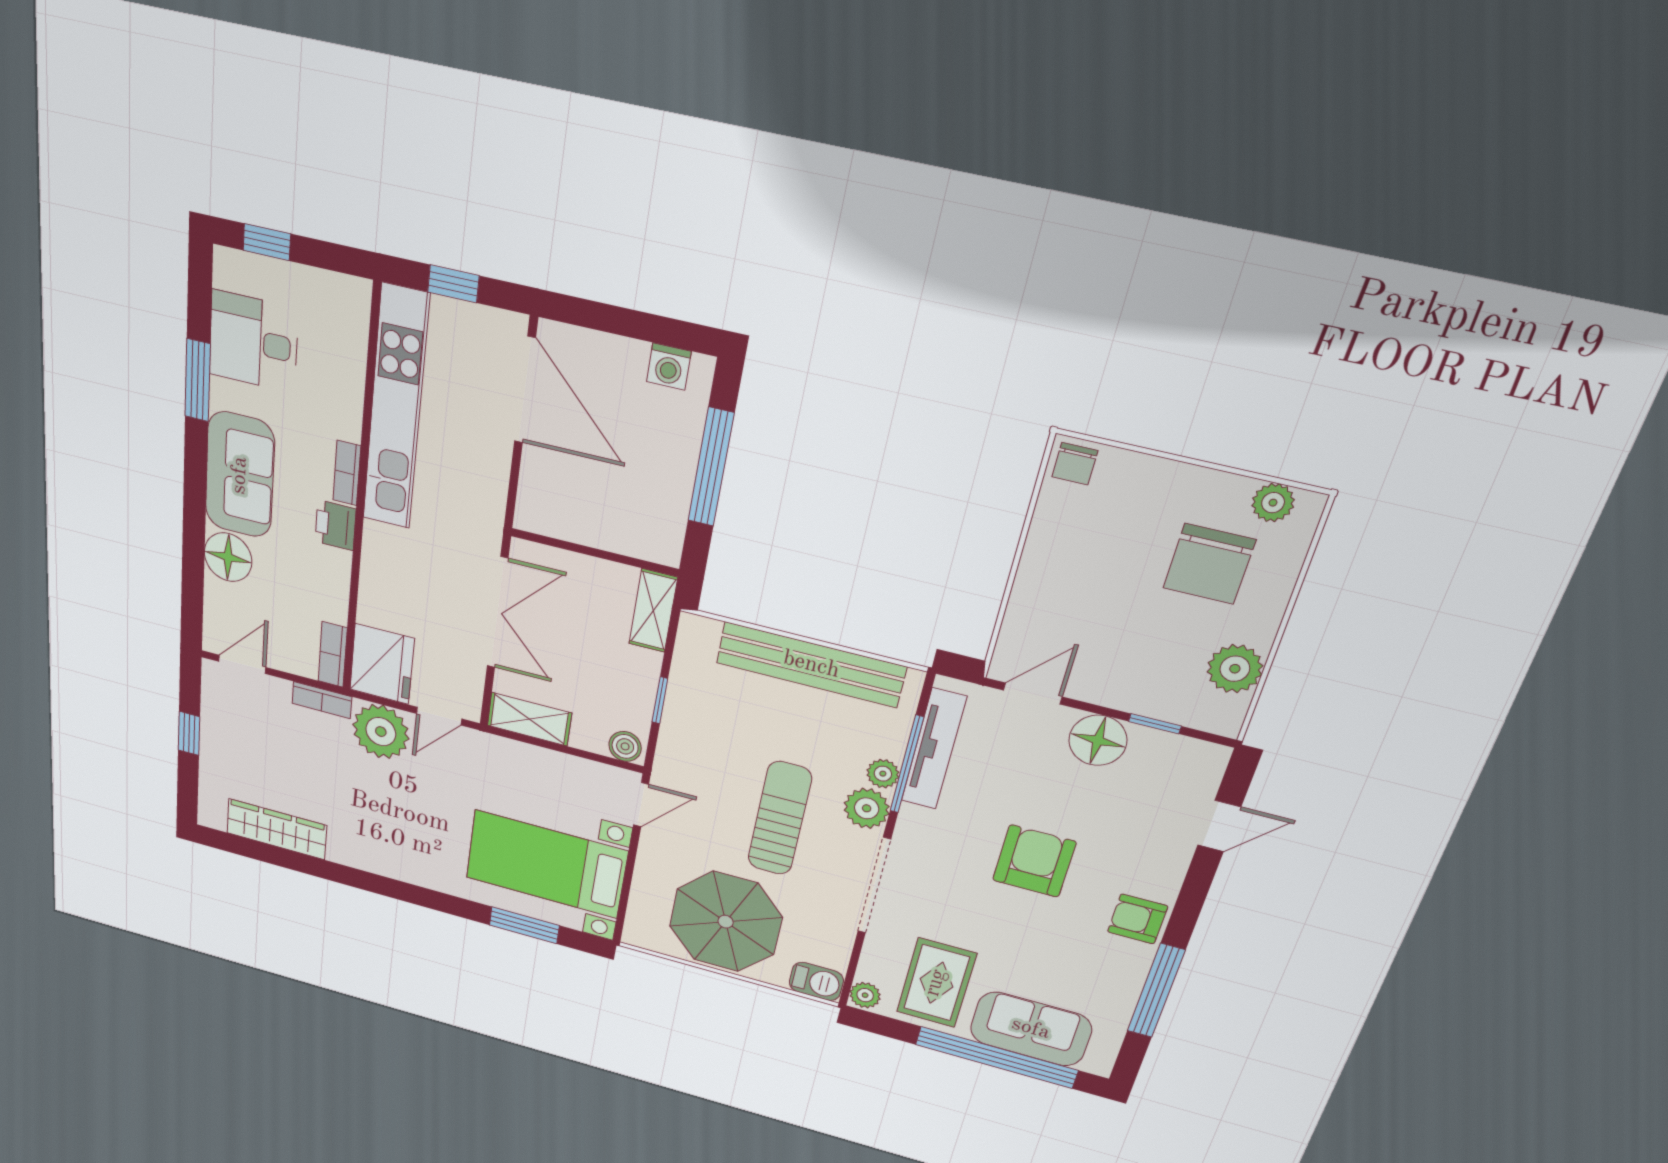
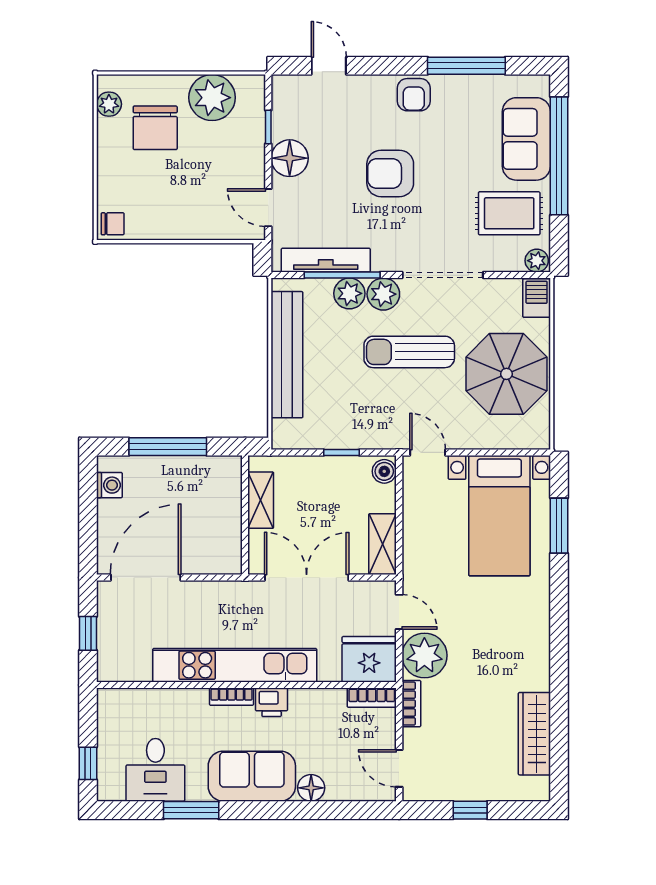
kitchen unit: (396, 409) -> (235, 665), moved
floor lamp: (228, 557) -> (311, 788), width x0.73, depth x0.73
chair: (1209, 564) -> (155, 128), turned 90
shelving: (653, 611) -> (261, 500), moved, turned 90
plant: (1235, 669) -> (212, 98), width x1.36, depth x1.36
plant: (883, 774) -> (349, 293), width x1.38, depth x1.38

